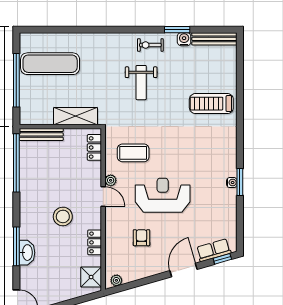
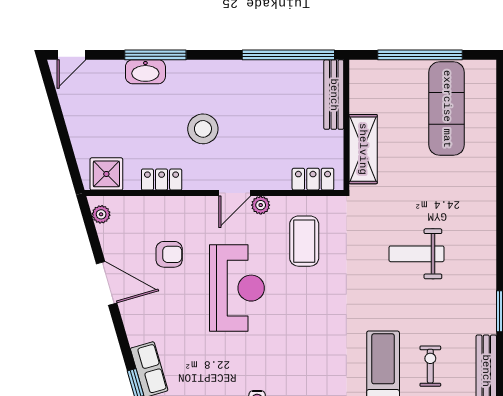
water cooler: (184, 39) -> (486, 322), removed
exercise bike: (150, 45) -> (430, 366), moved
door: (183, 270) -> (107, 283), moved

